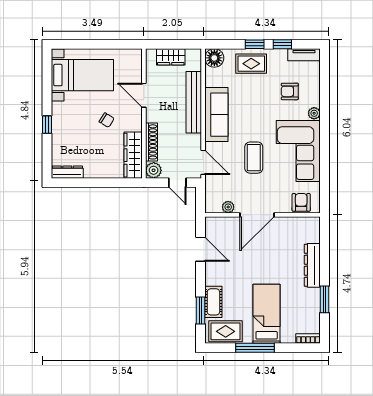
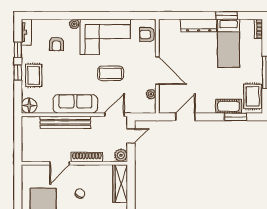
wardrobe: (171, 57) -> (28, 141), removed
shoe rack: (151, 142) -> (87, 157), moved
wardrobe: (133, 155) -> (120, 184), moved, turned 90
bed: (267, 314) -> (228, 43), moved, turned -90

